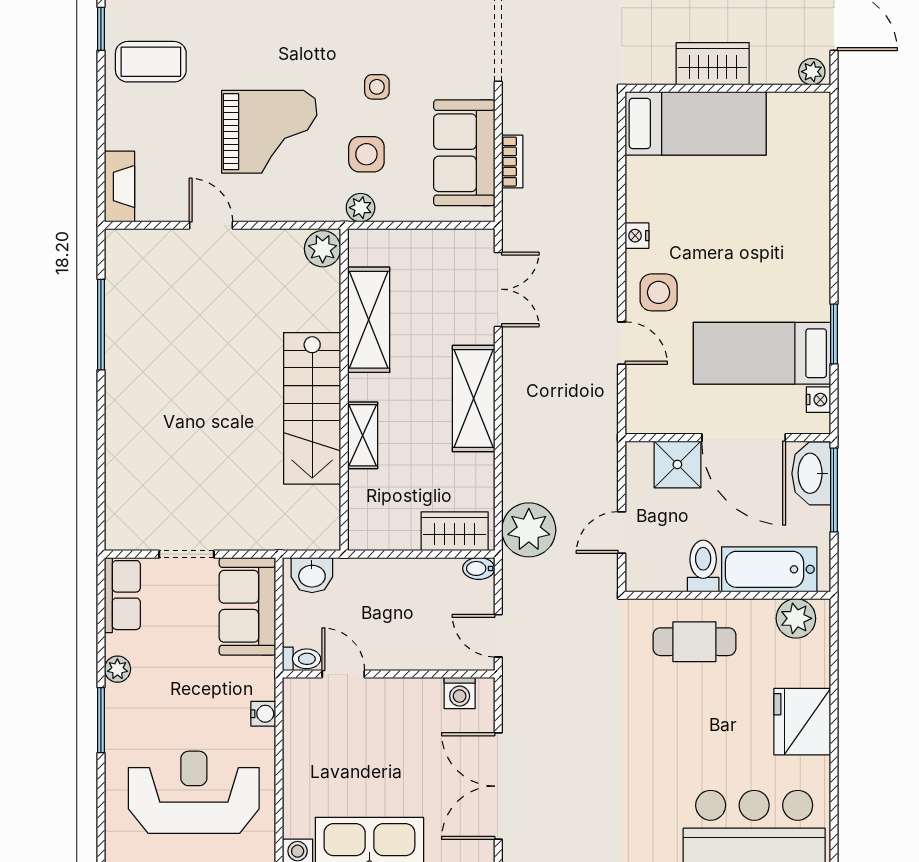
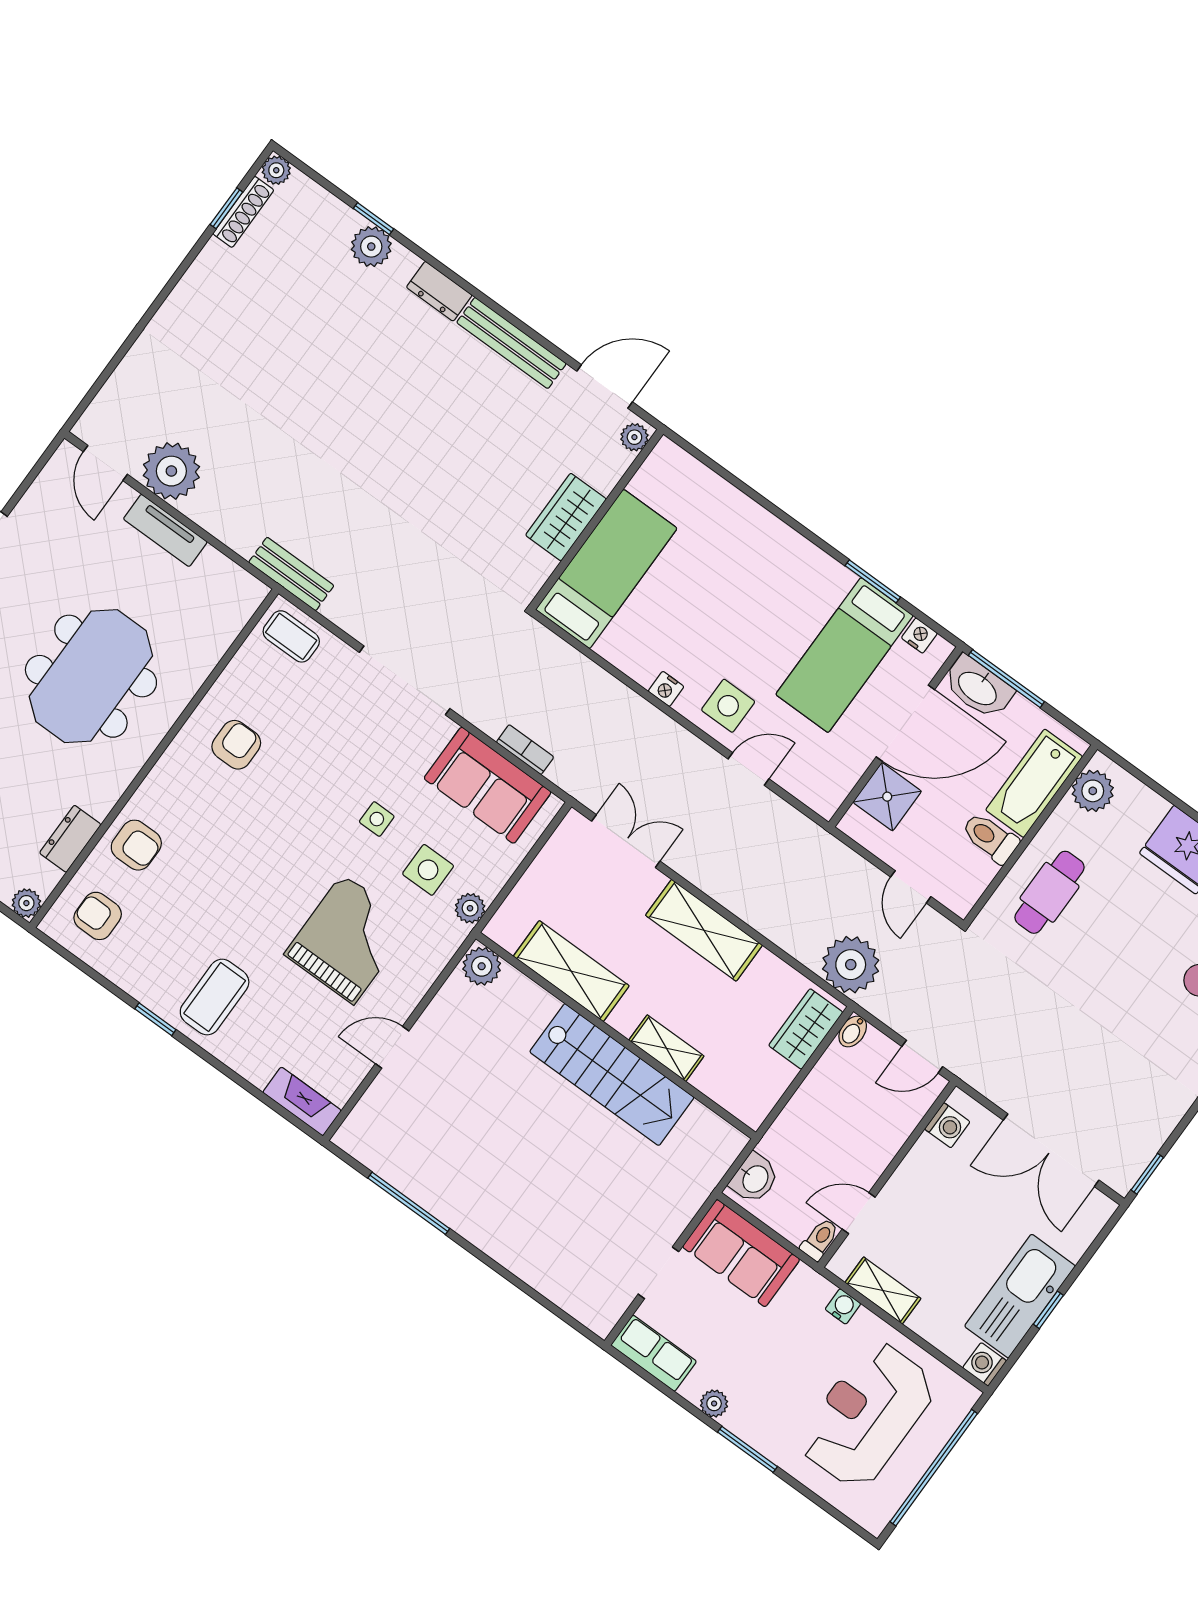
shelving: (298, 735) -> (883, 1290), added

